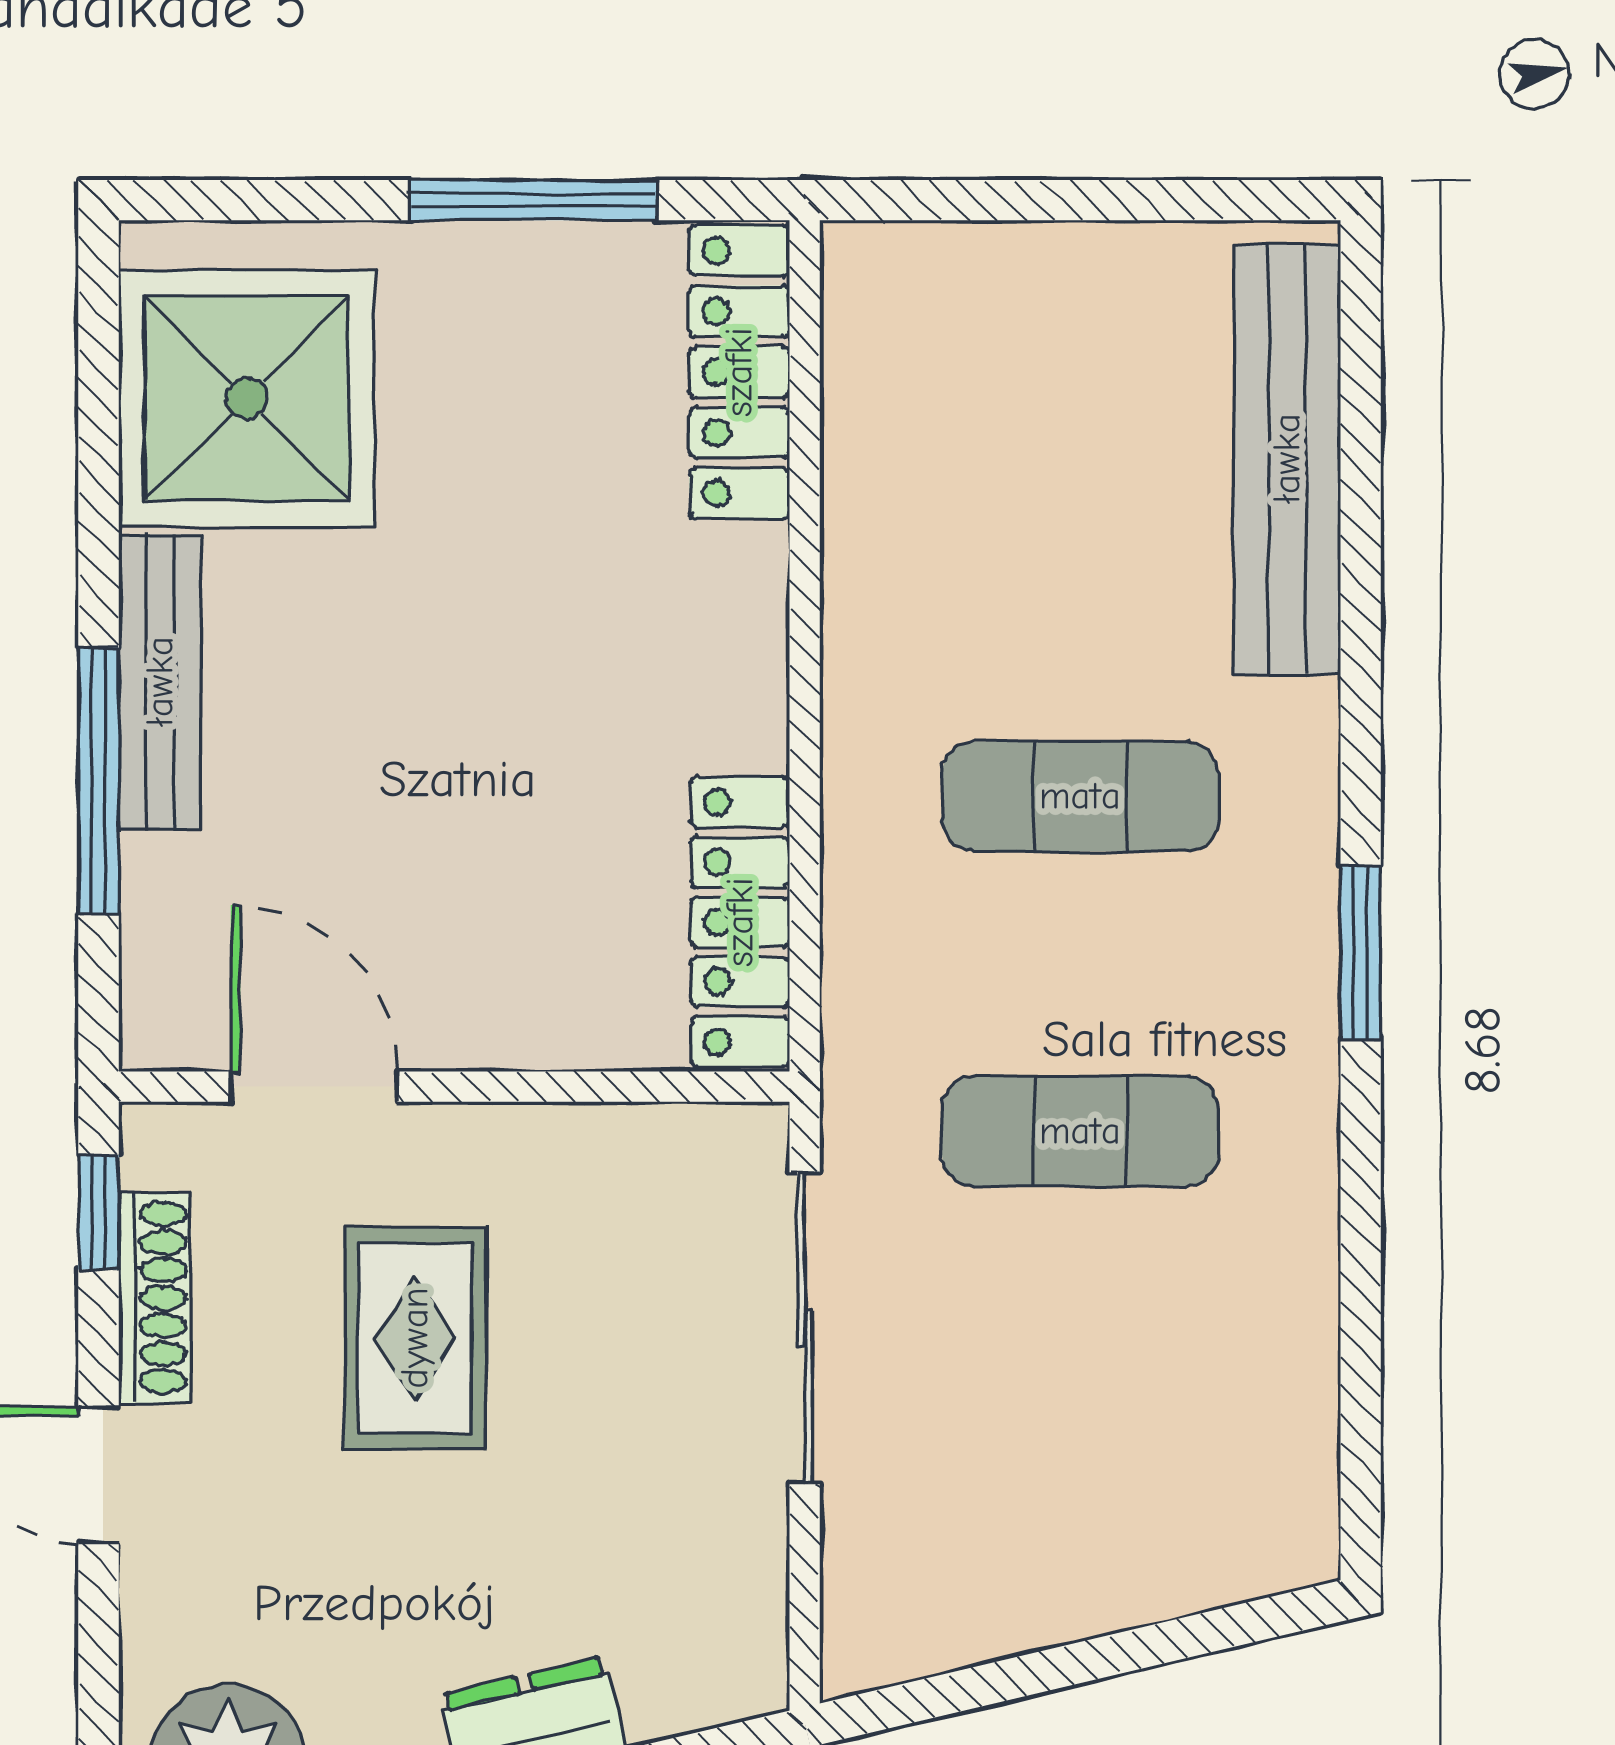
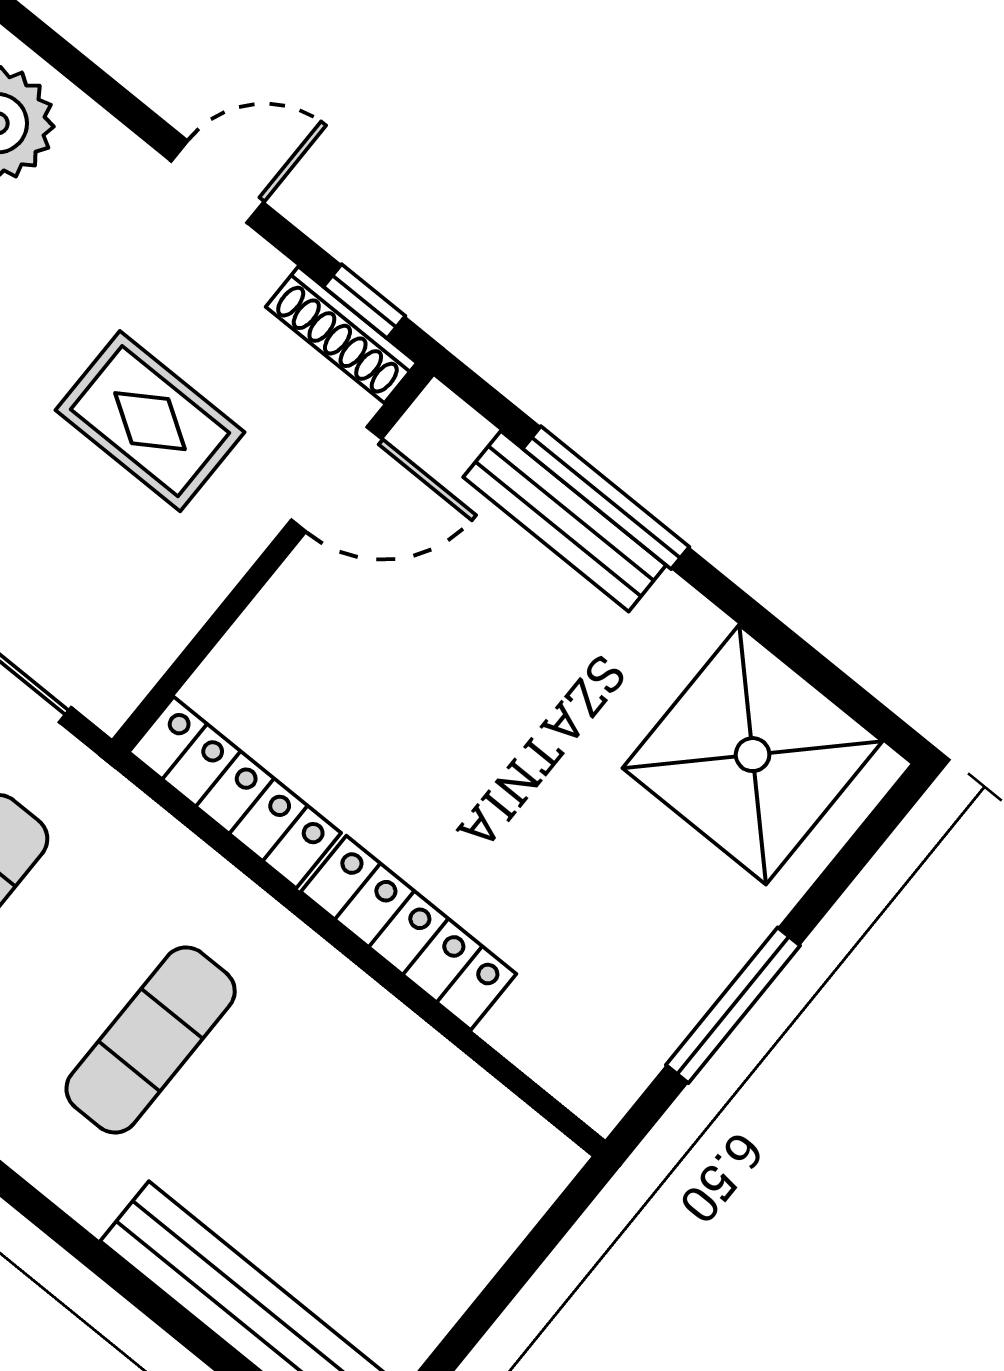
locker: (739, 372) -> (408, 933), moved
bench: (160, 682) -> (565, 521), moved
shoe rack: (155, 1298) -> (341, 335), moved

